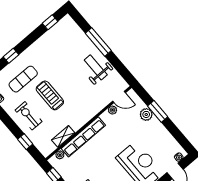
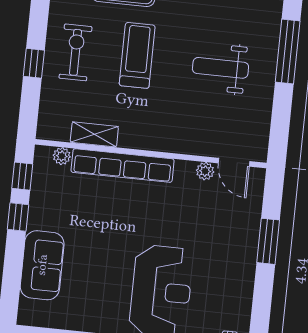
weight bench: (96, 67) -> (220, 68), moved, turned -90
plant: (146, 114) -> (247, 228), removed
window: (25, 142) -> (34, 63), moved

